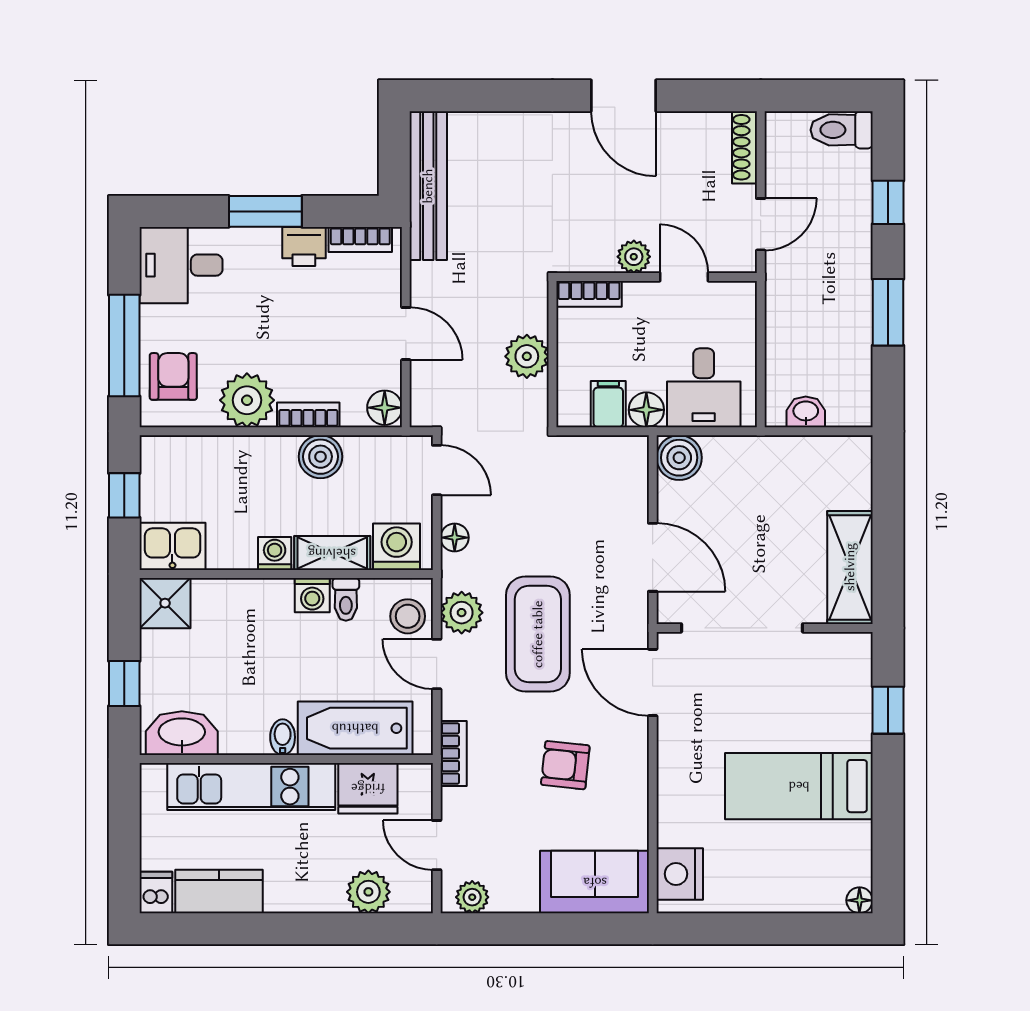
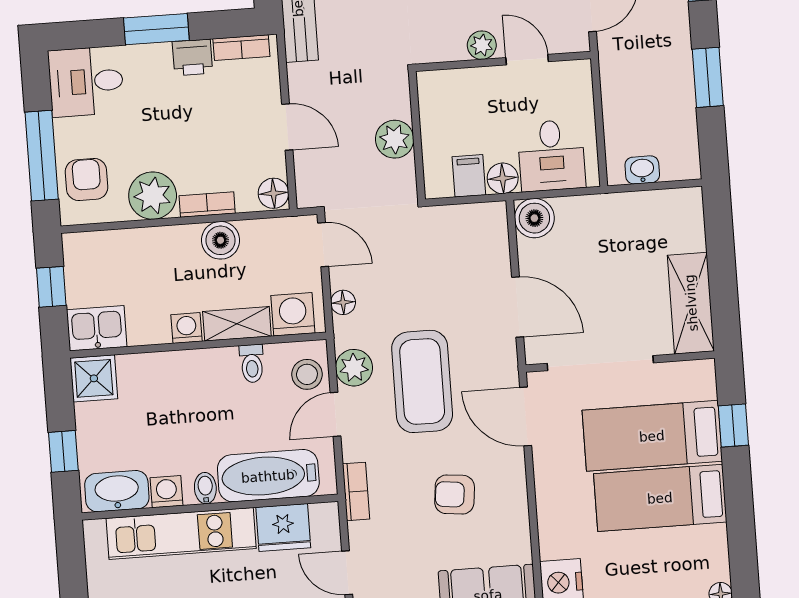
bookcase: (589, 294) -> (445, 81), removed
washing machine: (312, 595) -> (167, 492), moved, turned 180
door: (437, 664) -> (335, 414), hinge flipped
bed: (795, 715) -> (652, 436), added

